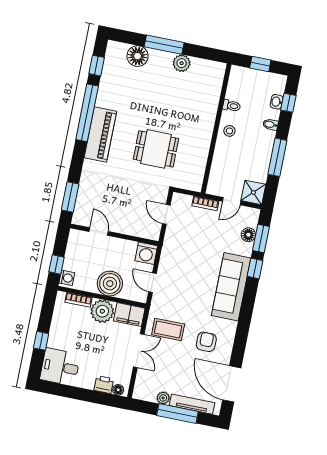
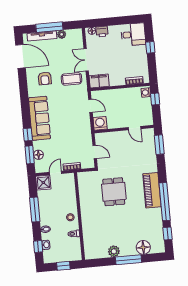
dining table: (156, 149) -> (114, 192), turned 90
boiler: (110, 284) -> (117, 97), removed
plant: (102, 311) -> (117, 78), removed

